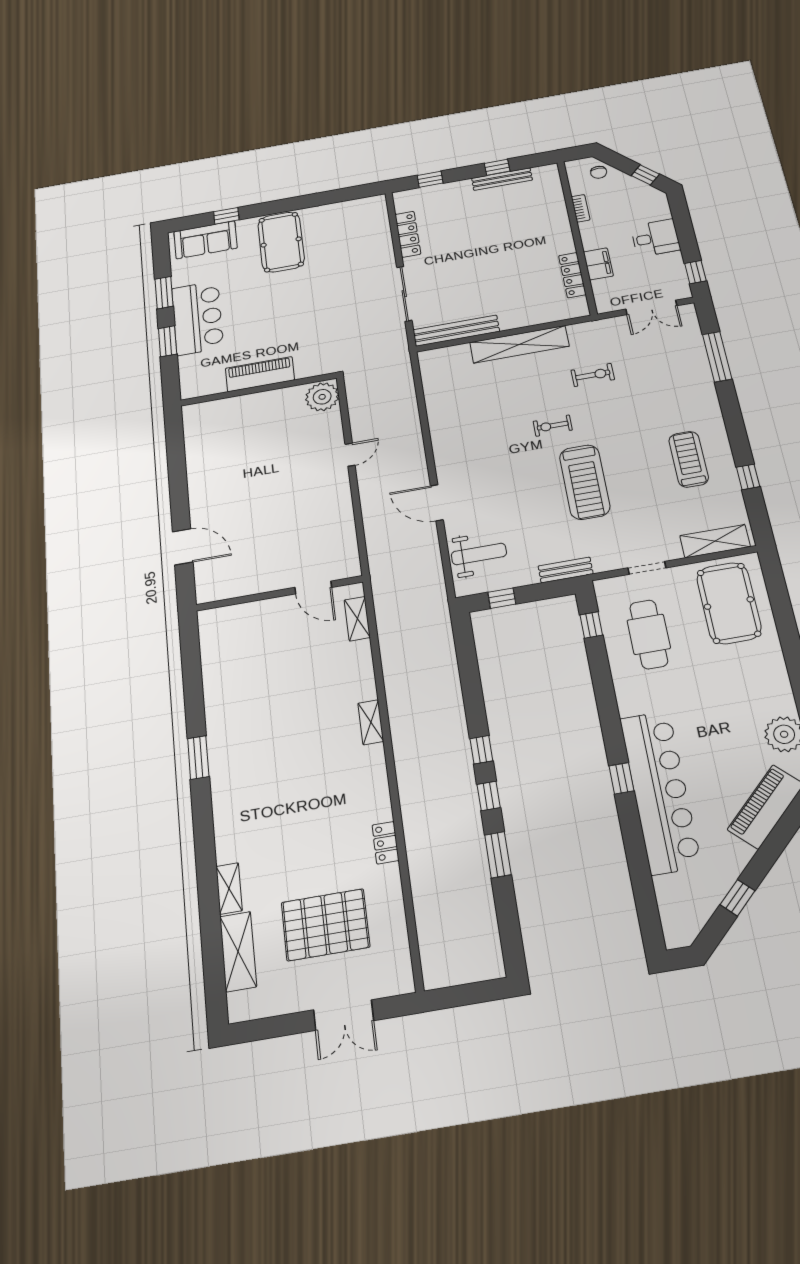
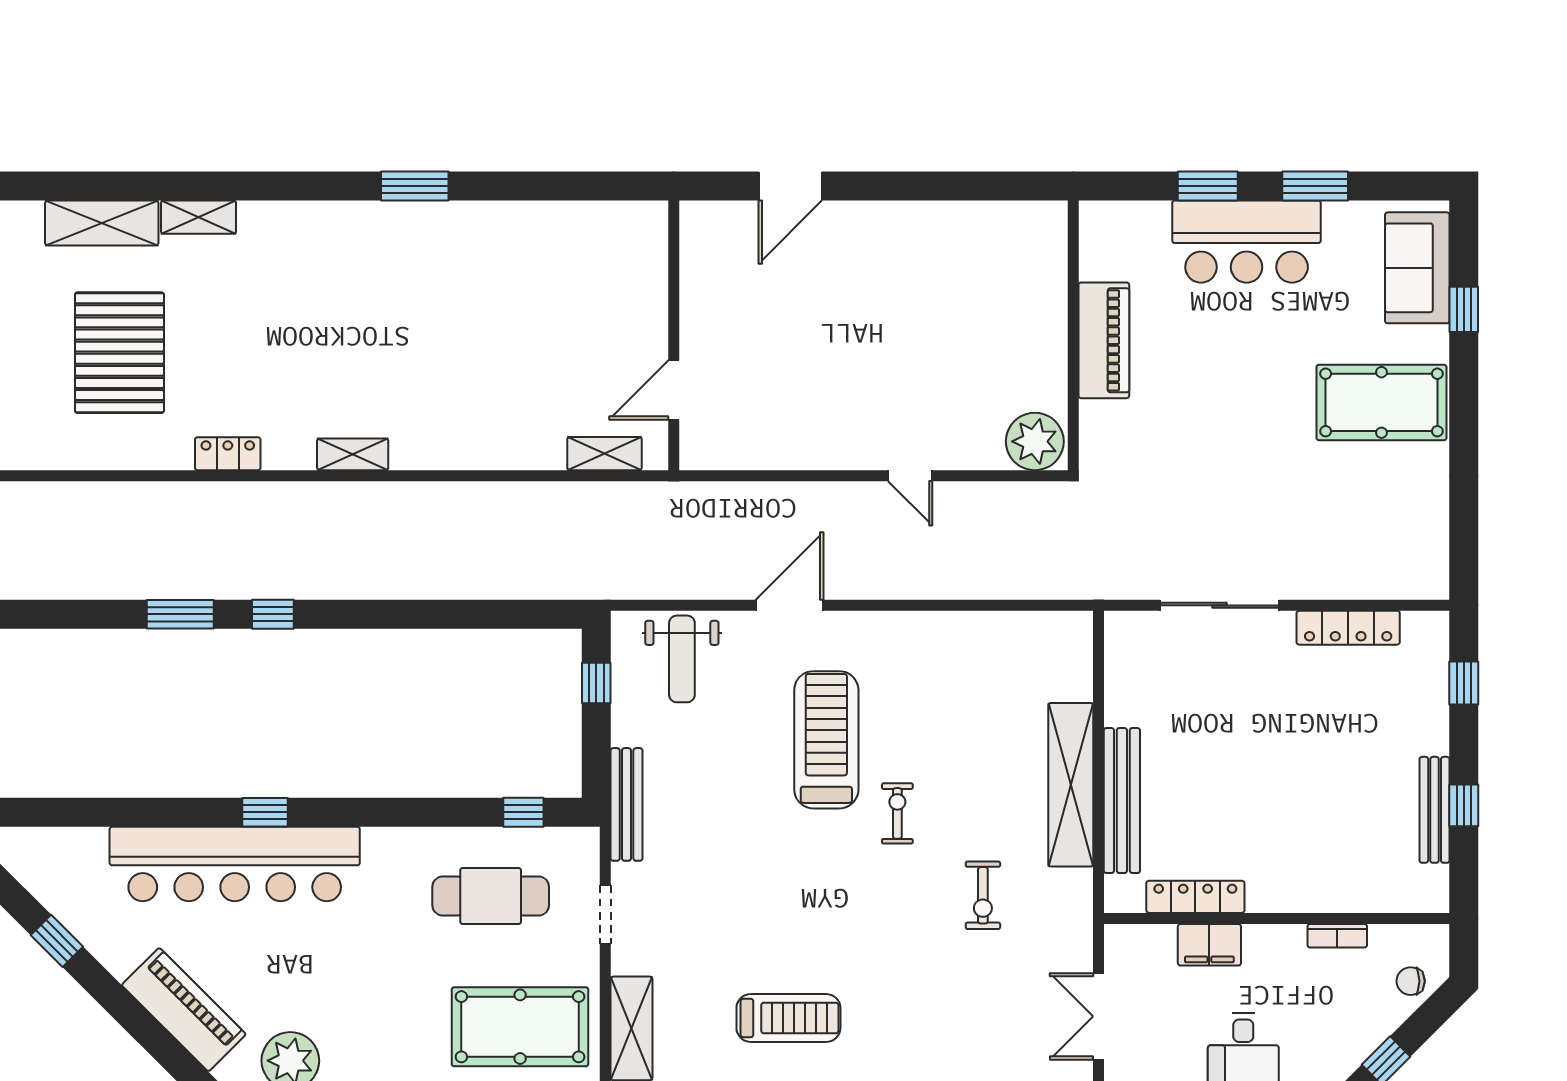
bench: (456, 331) -> (1122, 801), moved
treadmill: (585, 482) -> (826, 740), moved, turned 90
bench: (566, 570) -> (627, 804), width x1.36
shelving: (371, 722) -> (353, 454), moved
window: (481, 750) -> (348, 614), removed

